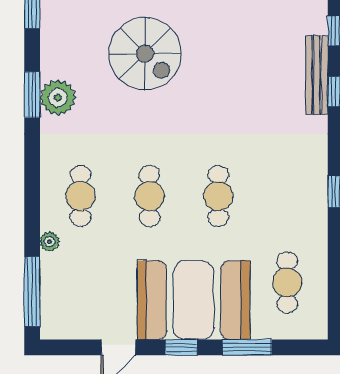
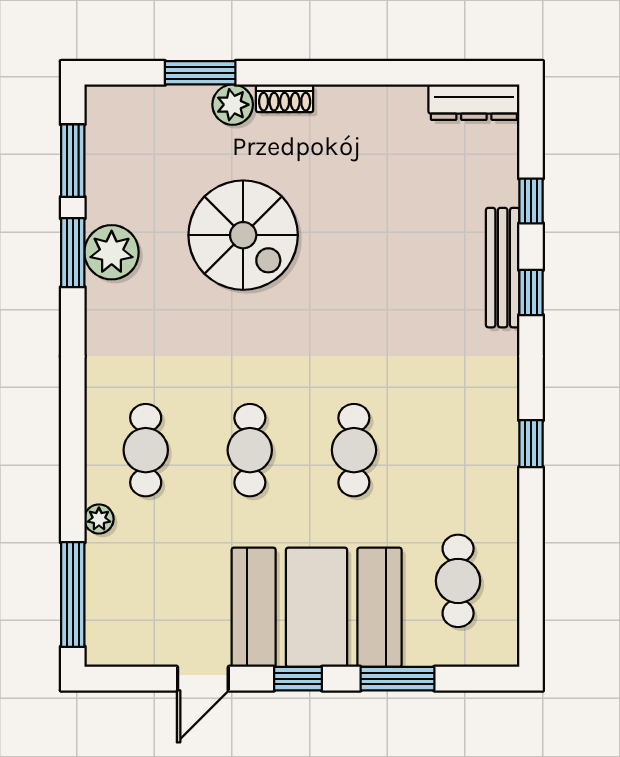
window: (32, 95) -> (73, 253), moved
plant: (58, 98) -> (112, 252), moved

